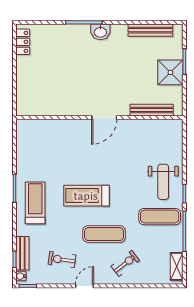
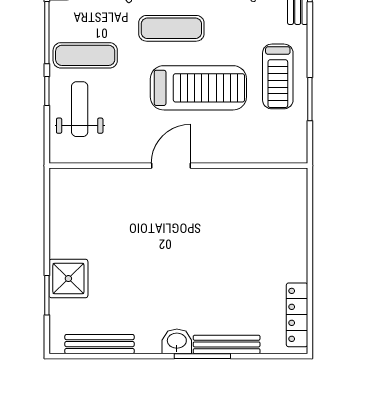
locker: (23, 42) -> (297, 315), width x1.53
bench: (152, 110) -> (227, 344), moved
wall: (99, 118) -> (178, 166), moved
door: (104, 118) -> (171, 166), moved
treadmill: (86, 196) -> (198, 88), width x1.37, depth x1.38

